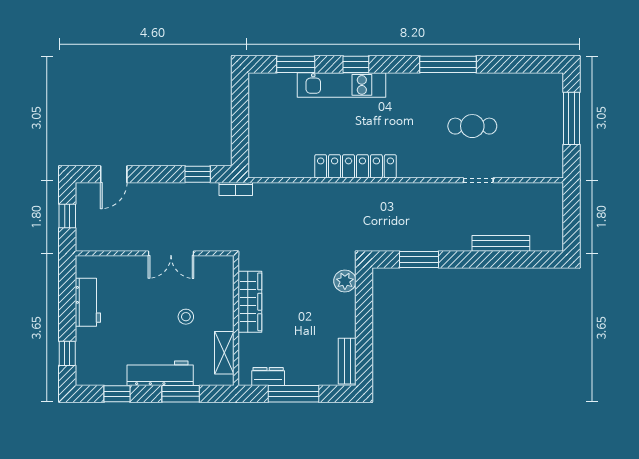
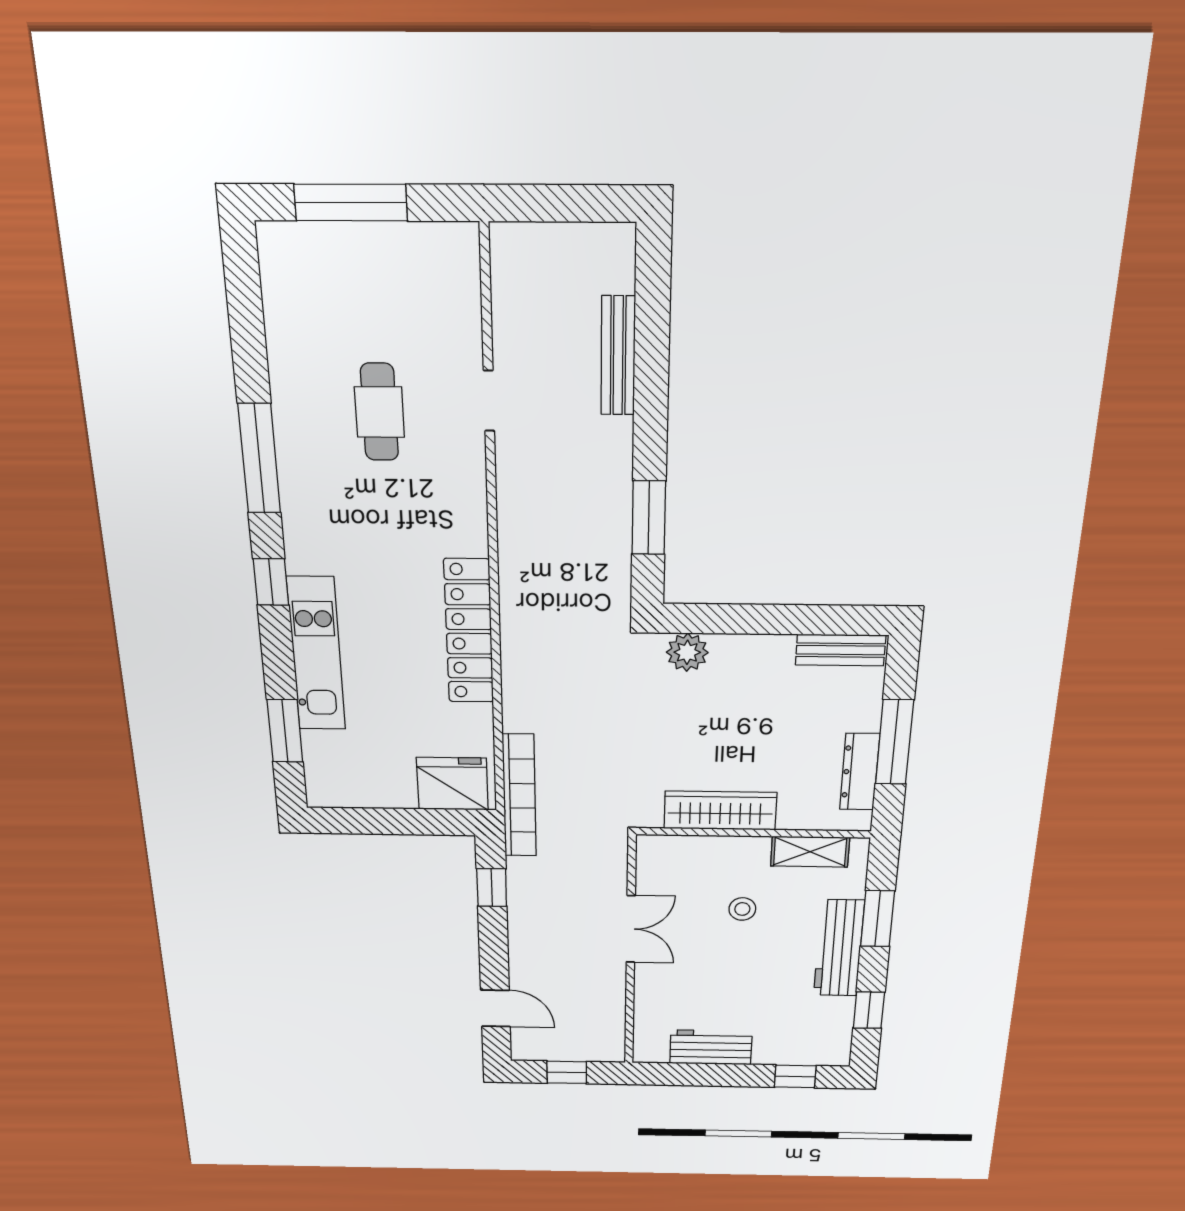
window: (356, 64) -> (271, 582), moved
fridge: (264, 154) -> (452, 784), added
bookcase: (236, 189) -> (519, 796), width x2.31, depth x1.31
dresser: (268, 376) -> (860, 772), width x1.44

